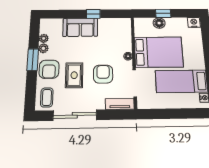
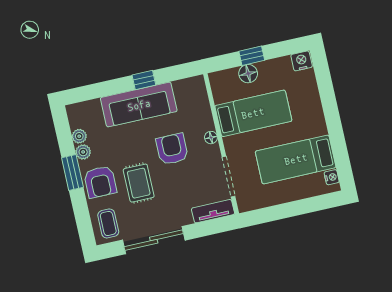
sofa: (80, 27) -> (139, 105), width x1.36
bed: (159, 52) -> (253, 113), width x0.67
armchair: (103, 74) -> (172, 149), moved

